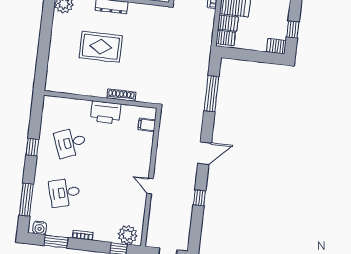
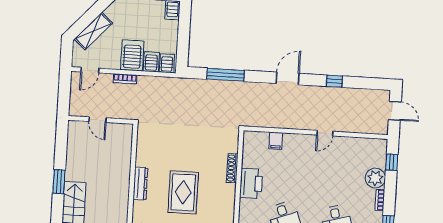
filing cabinet: (147, 125) -> (276, 141), moved
door: (205, 153) -> (288, 78), hinge flipped
plant: (128, 235) -> (375, 178), moved

